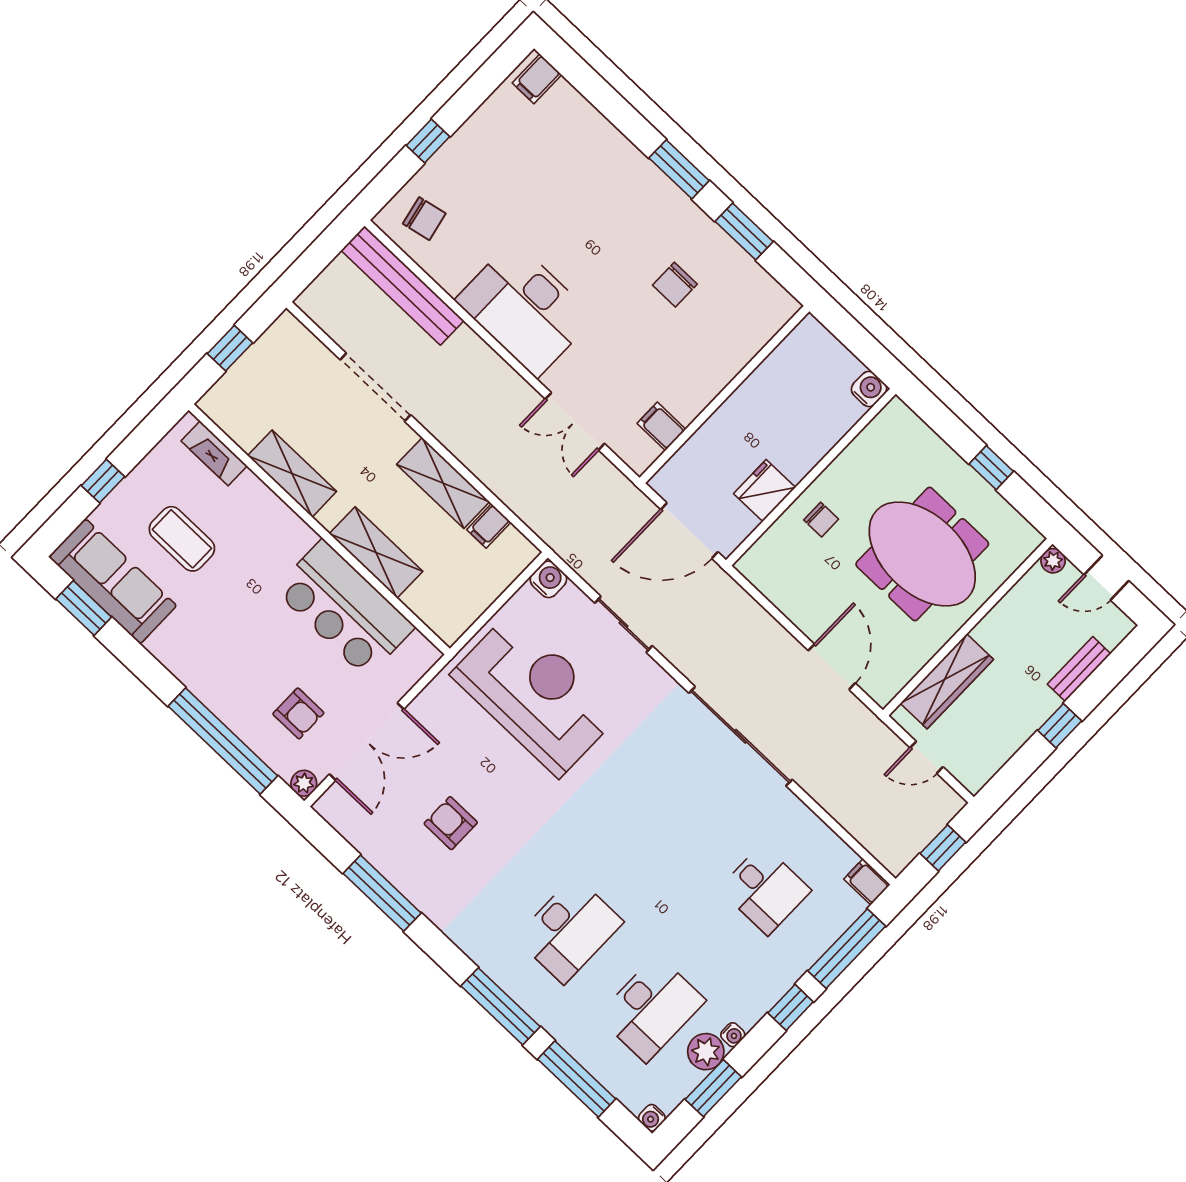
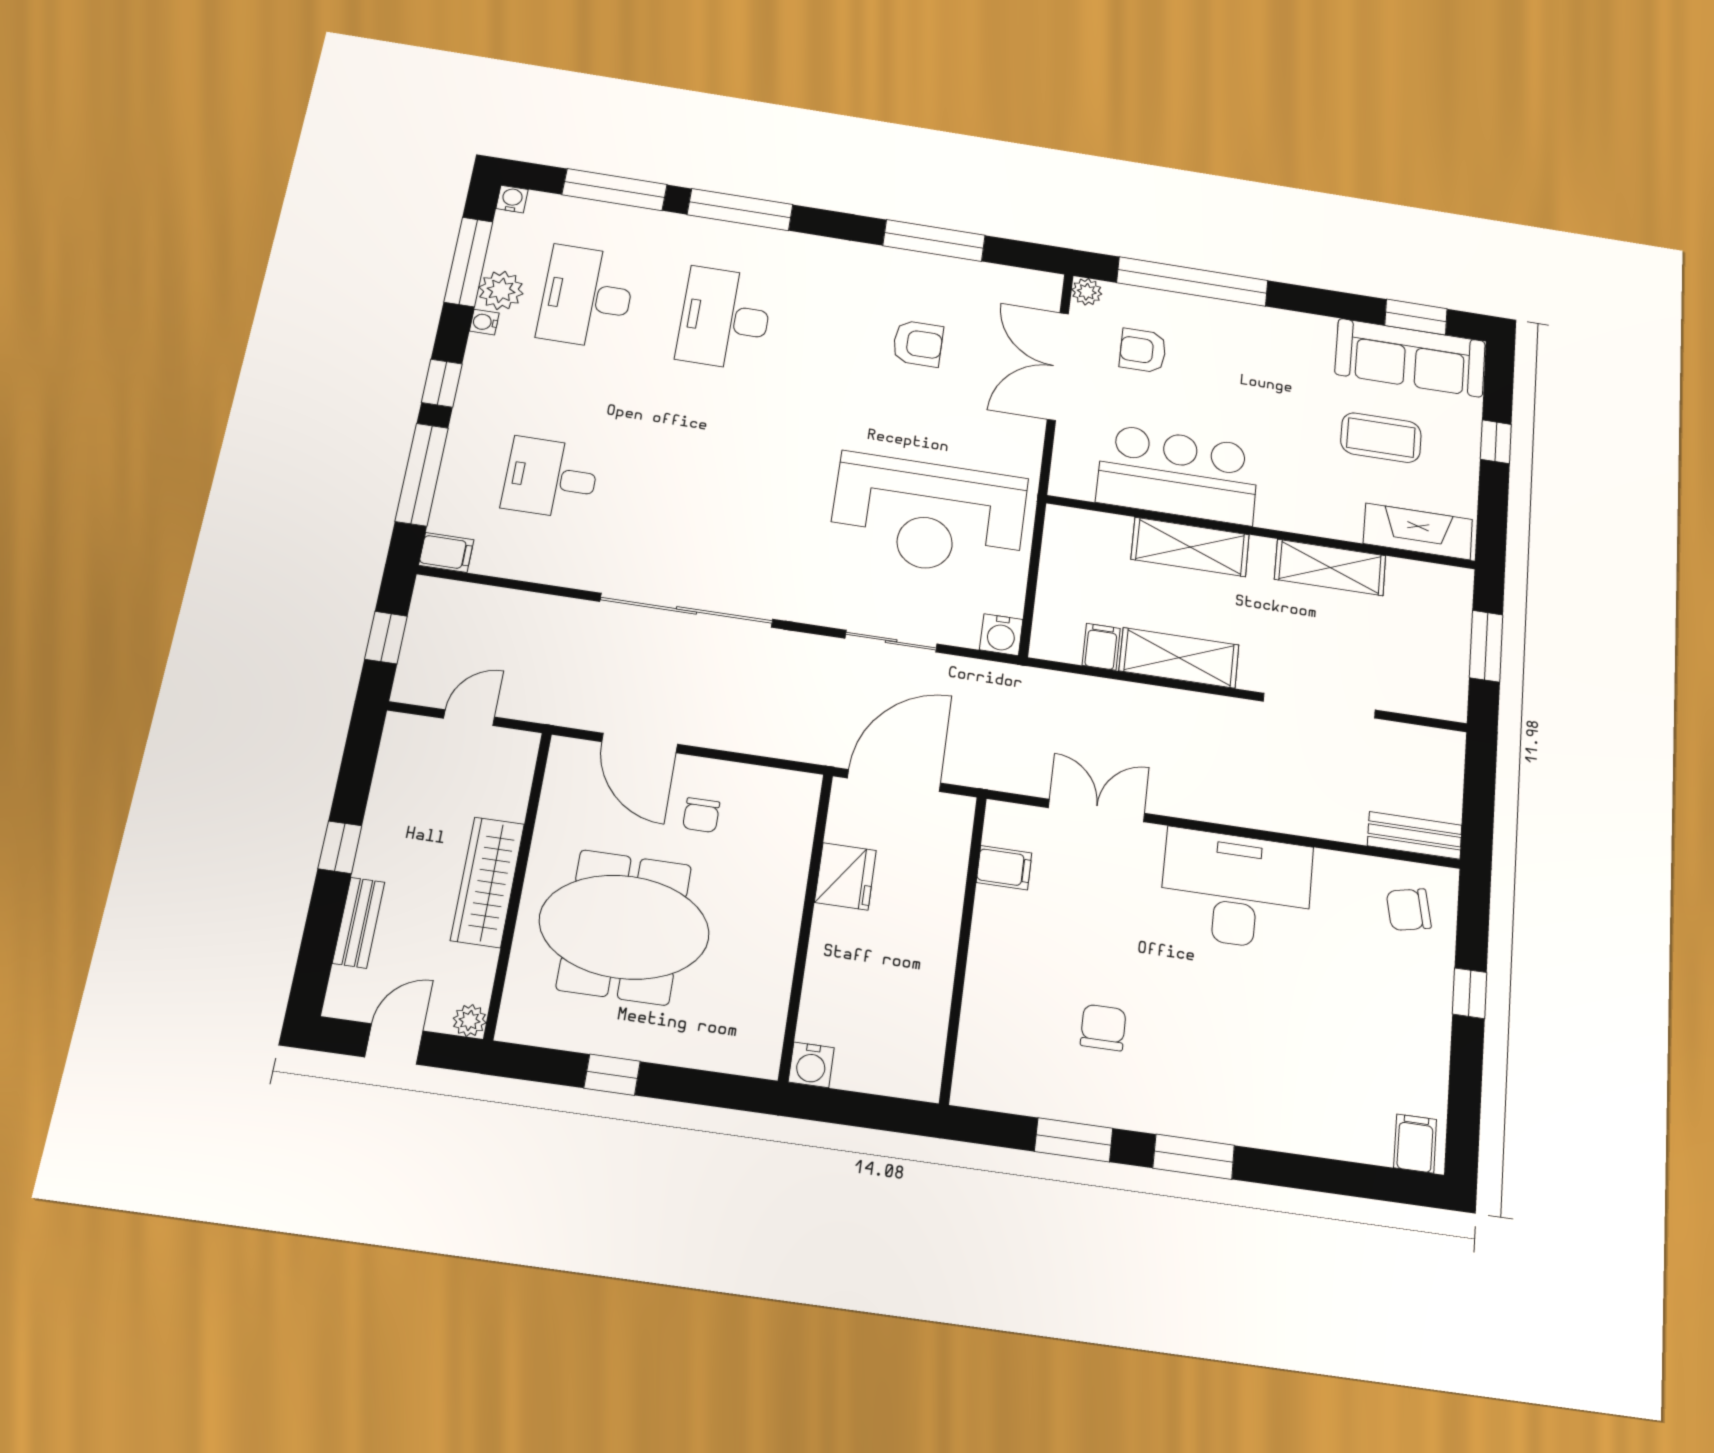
bench: (402, 285) -> (1415, 835), width x0.54, depth x0.82
window: (230, 348) -> (1486, 646), width x1.50
fireplace: (214, 453) -> (1418, 531), width x1.37, depth x1.32
chair: (821, 520) -> (701, 815), moved, turned -90
wardrobe: (947, 681) -> (488, 882), moved
window: (713, 1088) -> (468, 262), width x1.44

